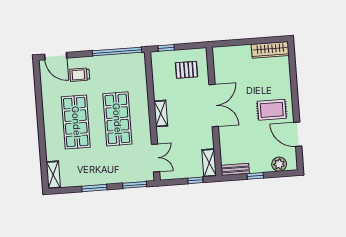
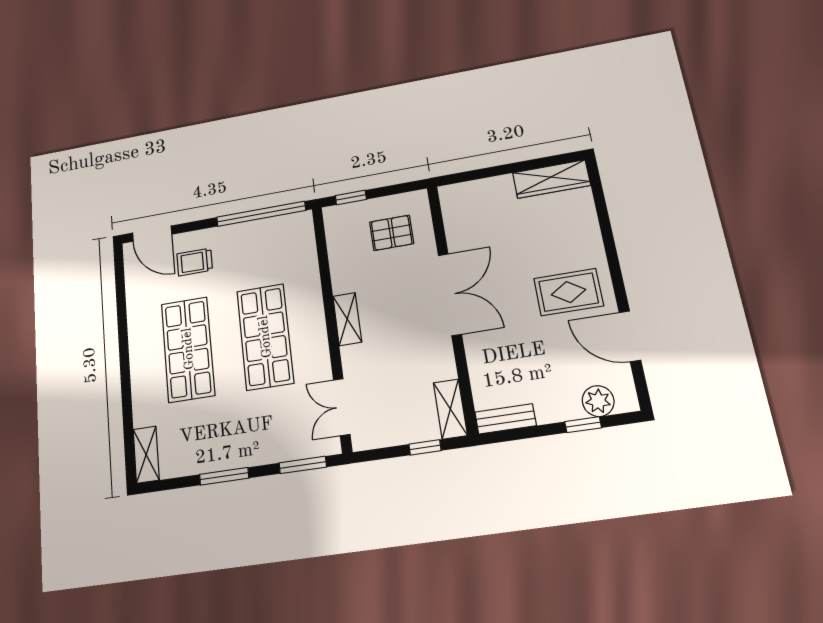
double door: (156, 158) -> (342, 407), swing flipped
window: (255, 176) -> (583, 425), moved

